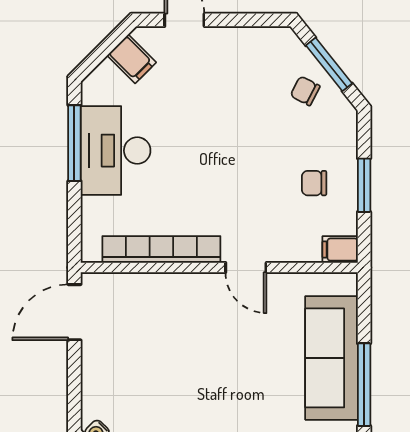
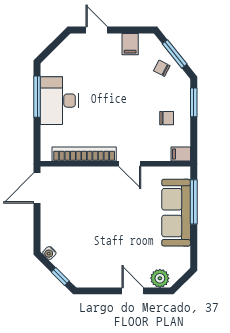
filing cabinet: (132, 59) -> (130, 44), moved, turned 45
chair: (314, 183) -> (167, 118), turned 180
window: (364, 185) -> (194, 102), moved
window: (364, 385) -> (194, 202), moved

